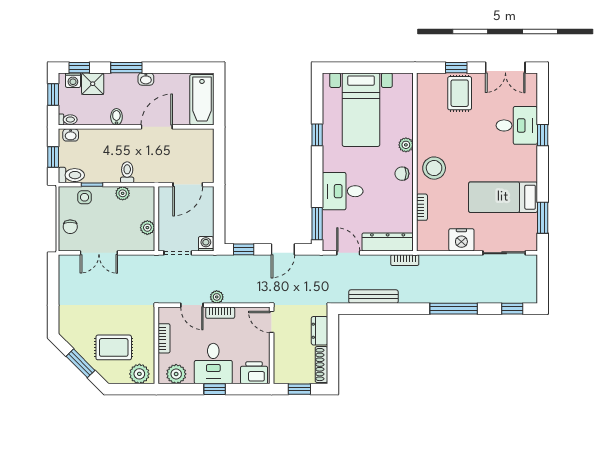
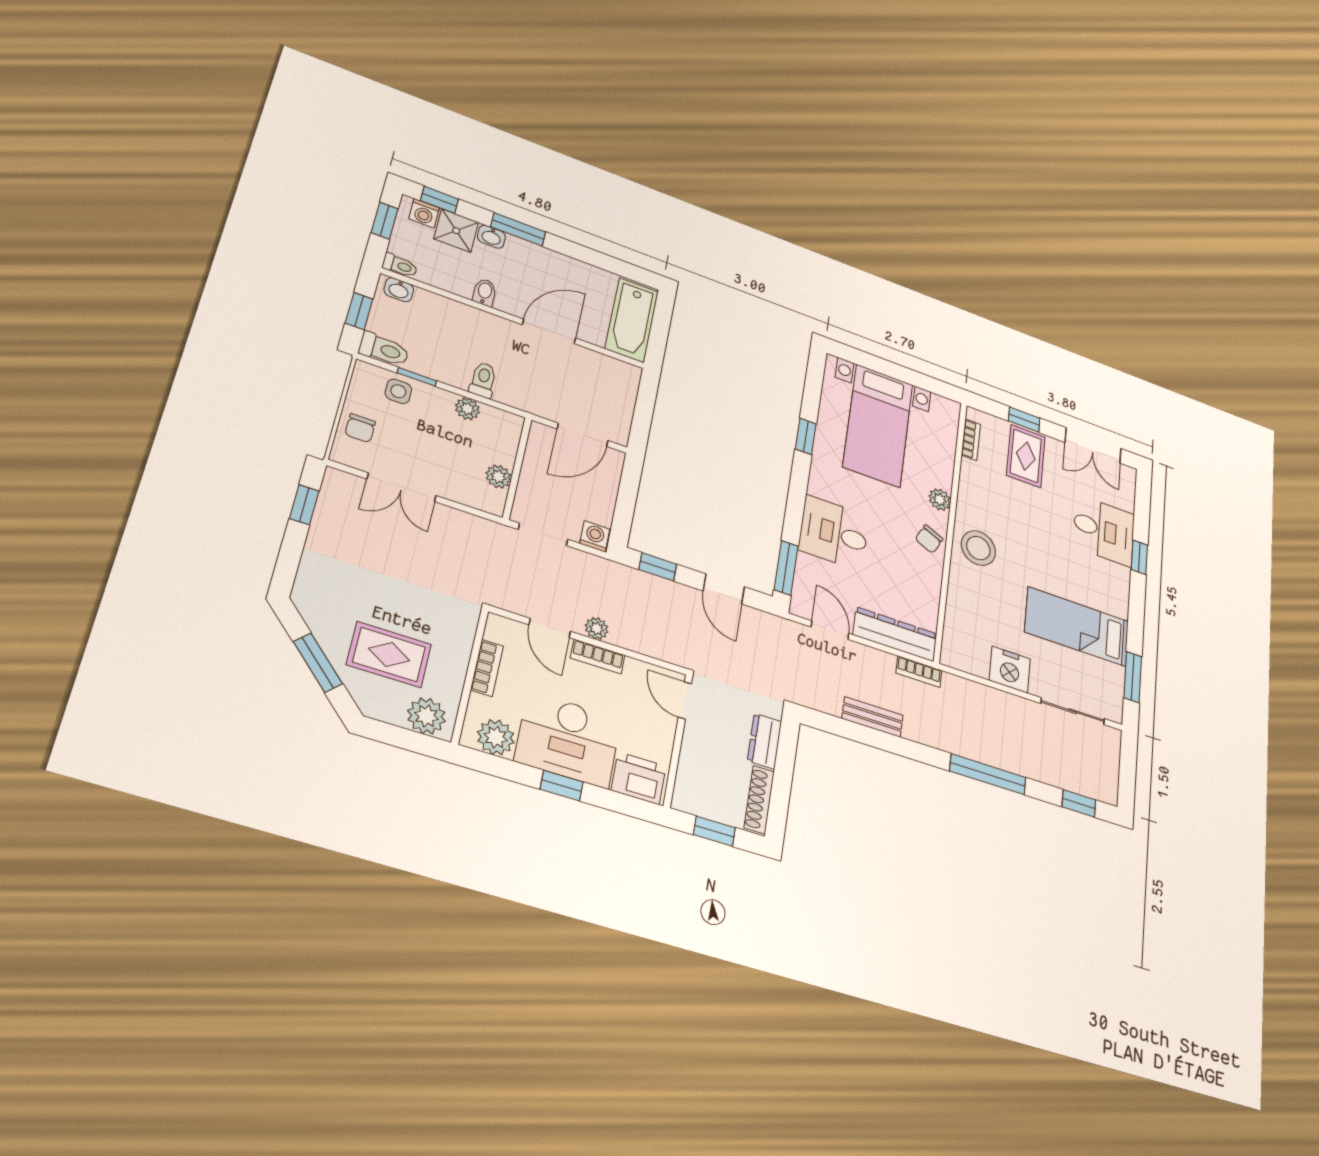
washbasin: (146, 79) -> (491, 237), moved
chair: (402, 174) -> (929, 539), turned -65
bookcase: (422, 207) -> (971, 440), moved
door: (283, 249) -> (724, 589), hinge flipped
window: (53, 281) -> (304, 505), added
bench: (373, 297) -> (872, 717), width x0.73
desk: (213, 364) -> (568, 740), width x1.37

